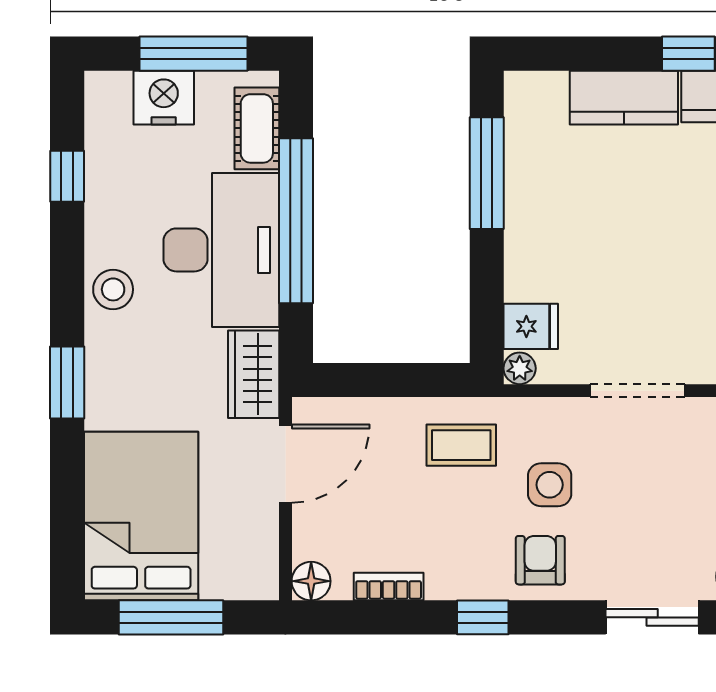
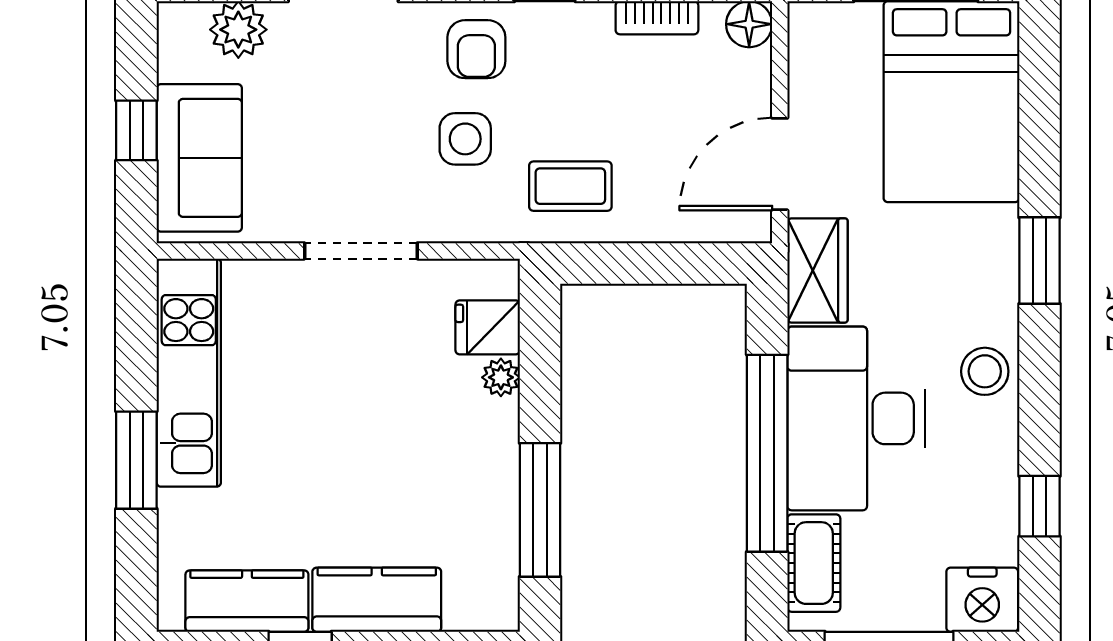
nightstand: (164, 98) -> (982, 600), moved
plant: (520, 368) -> (501, 377), moved

